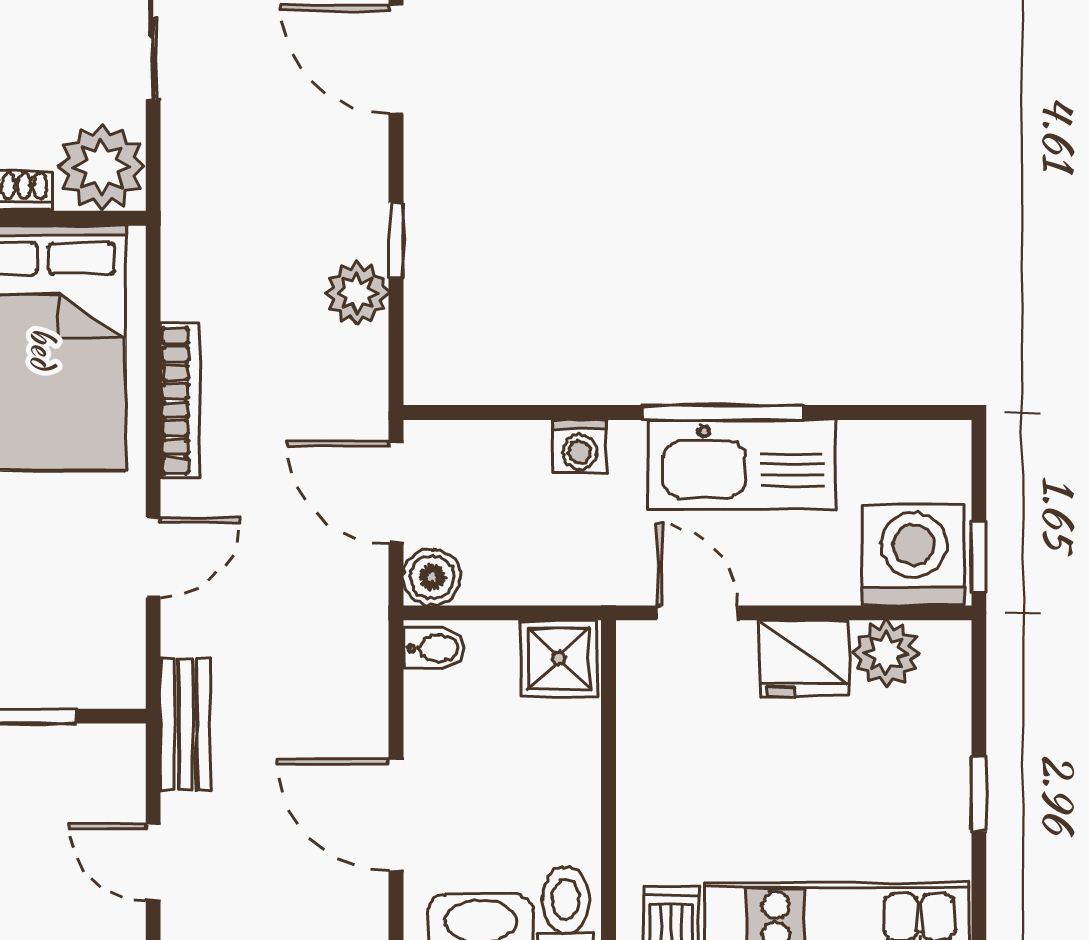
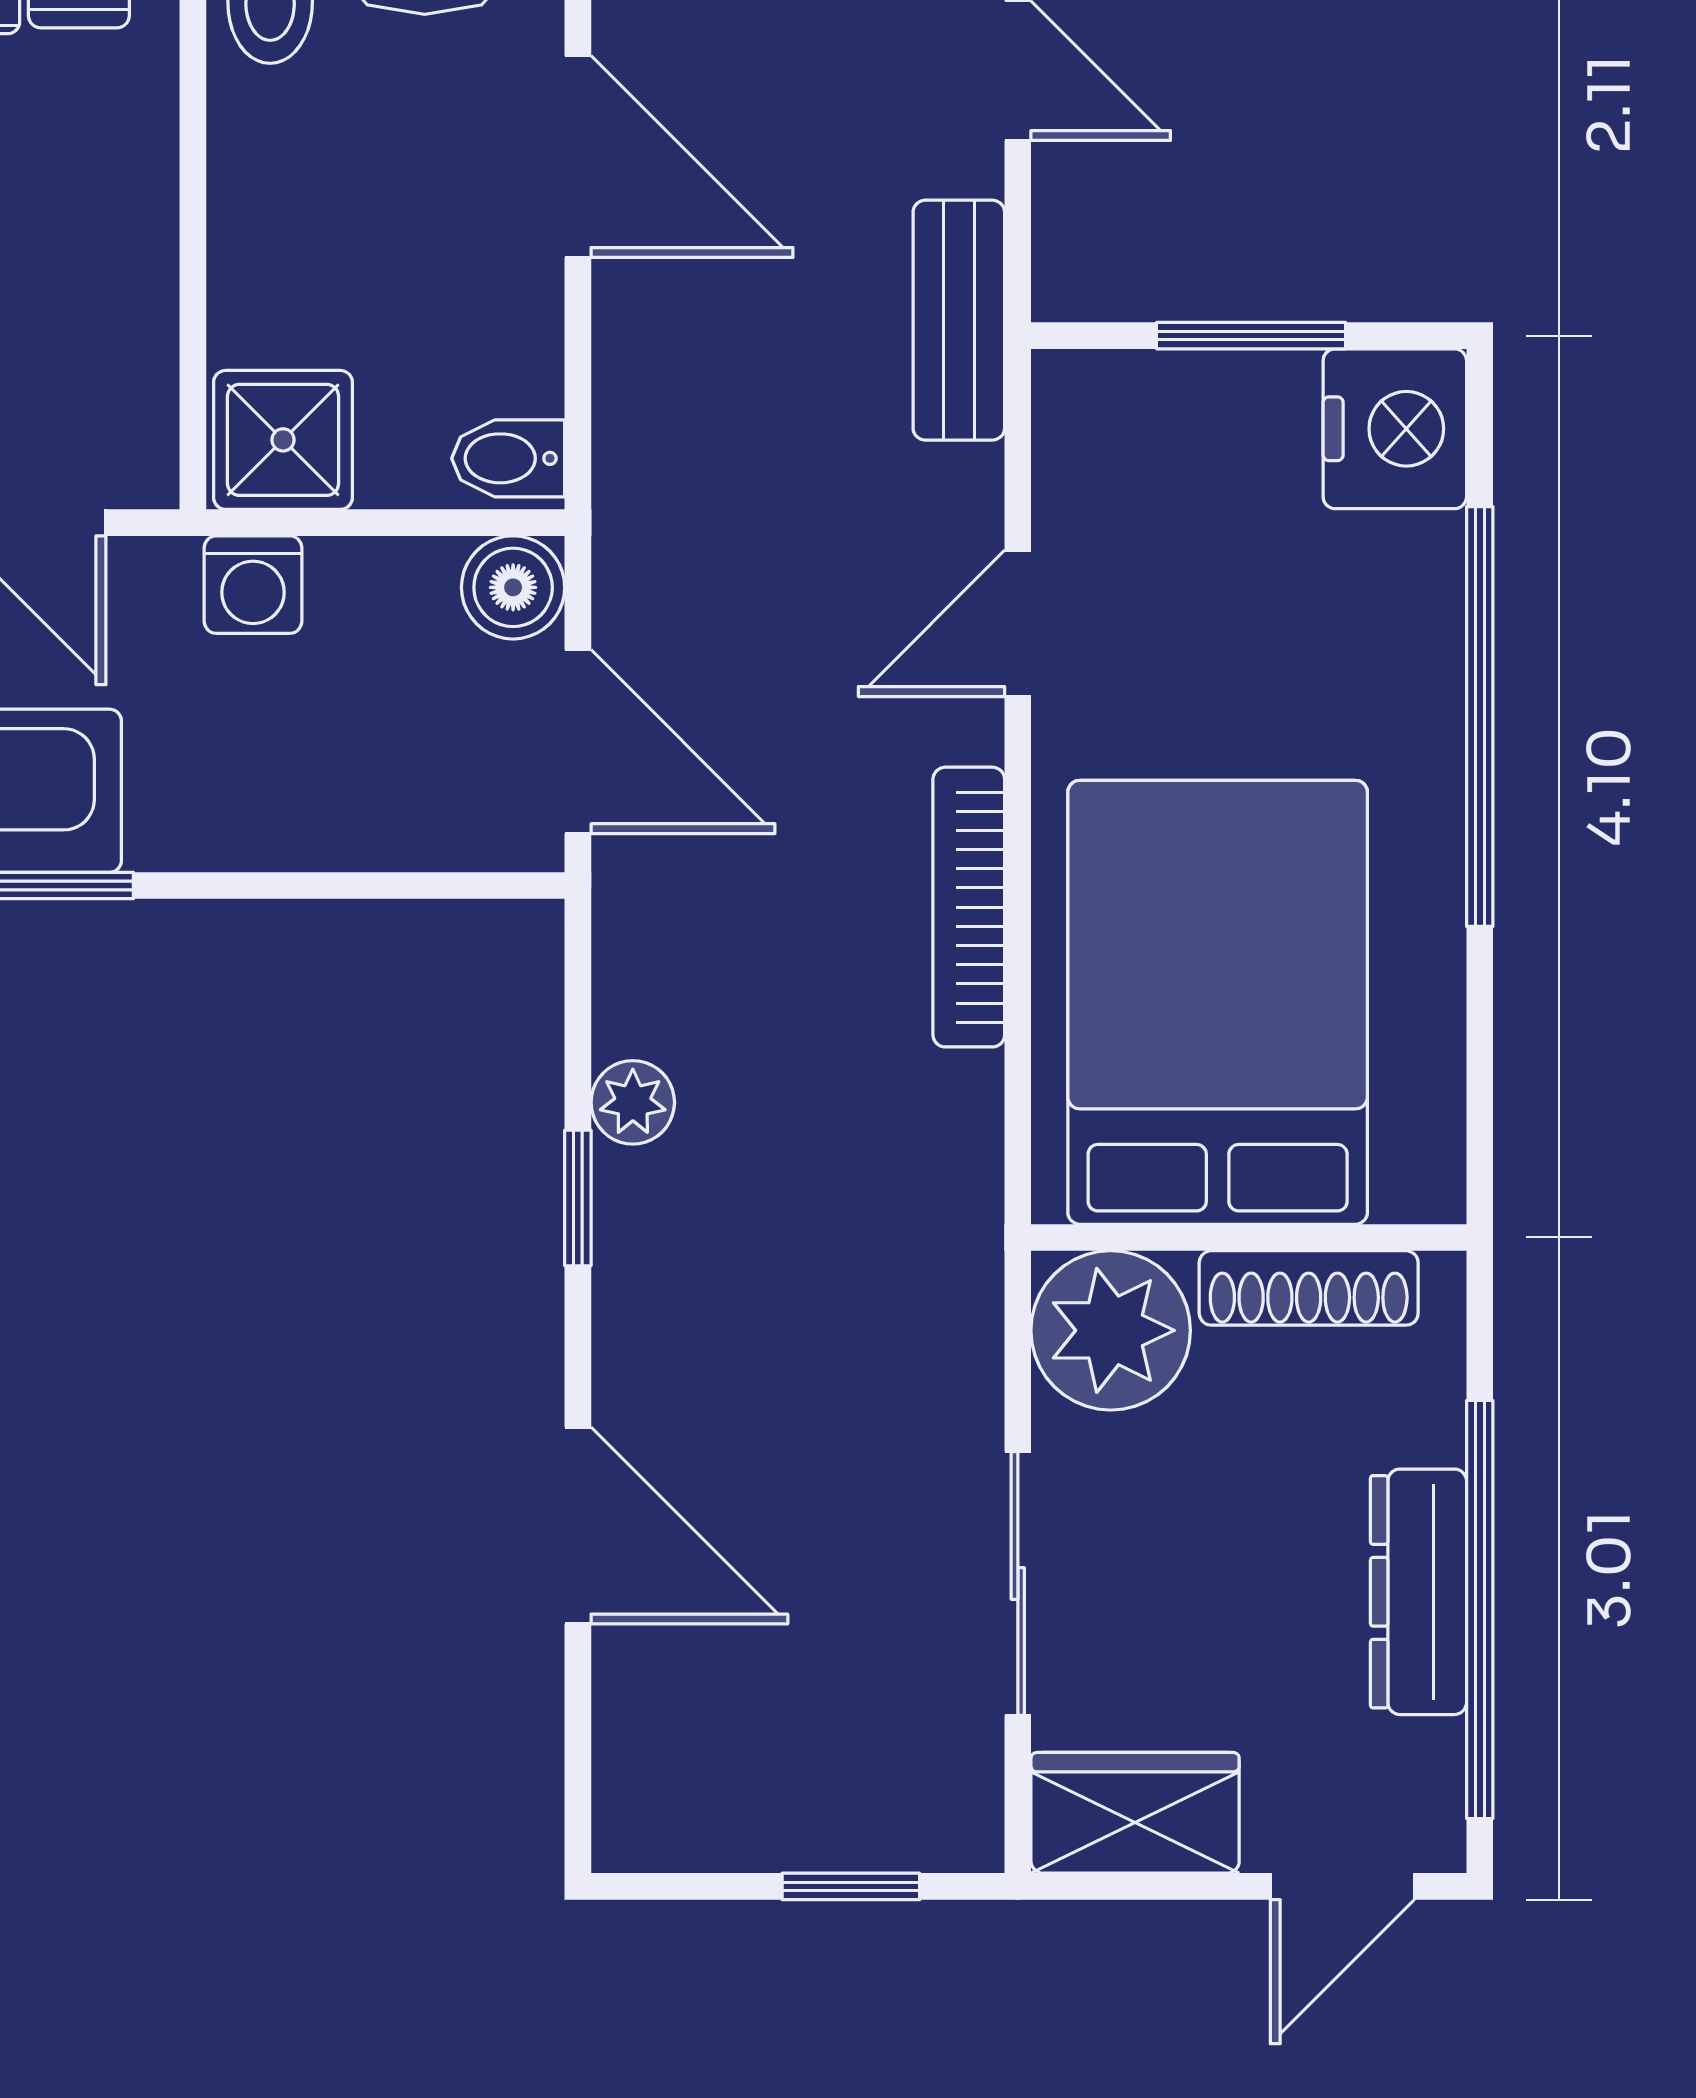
plant: (357, 293) -> (633, 1102), width x0.73, depth x0.73
washing machine: (580, 447) -> (253, 585), moved, turned 180

